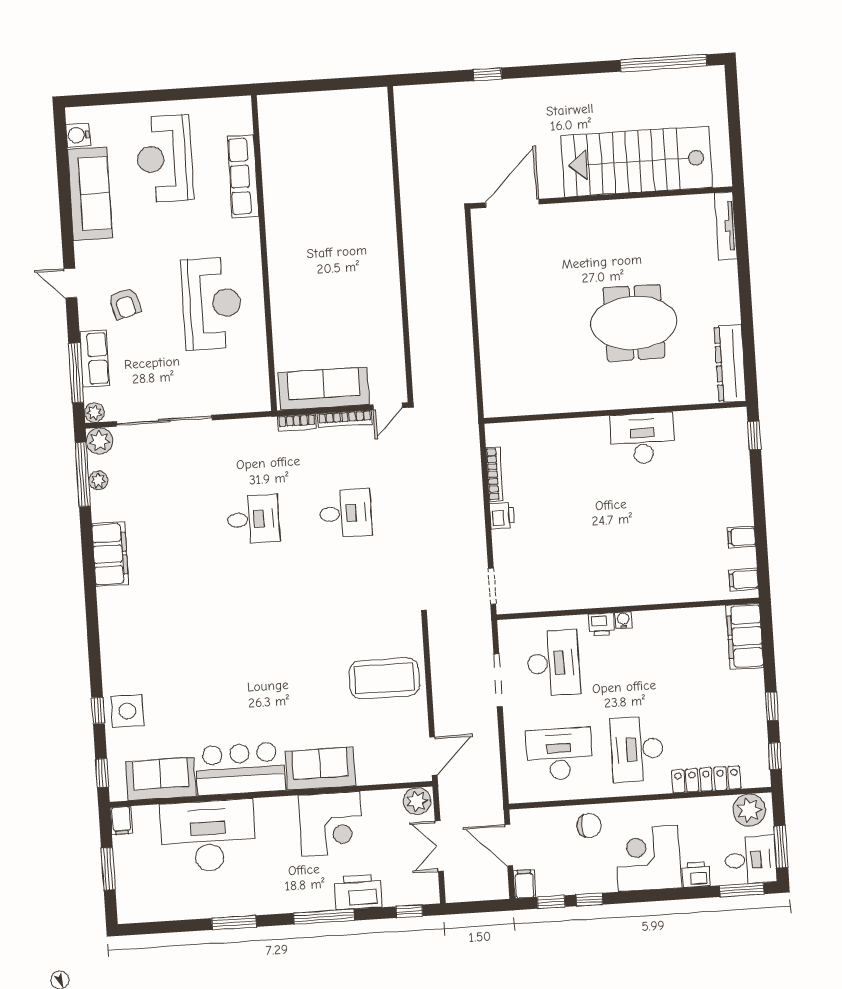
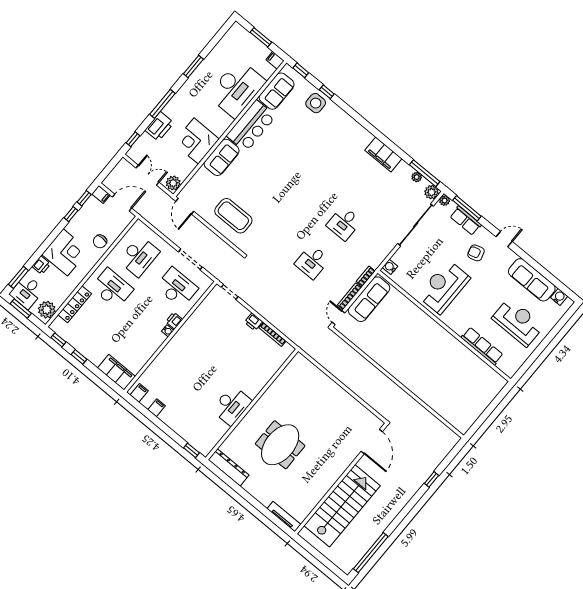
reception desk: (212, 304) -> (444, 287), turned 90
water cooler: (253, 402) -> (390, 267), added
desk: (553, 663) -> (177, 288), turned 180
coffee table: (384, 678) -> (233, 216), turned 90

